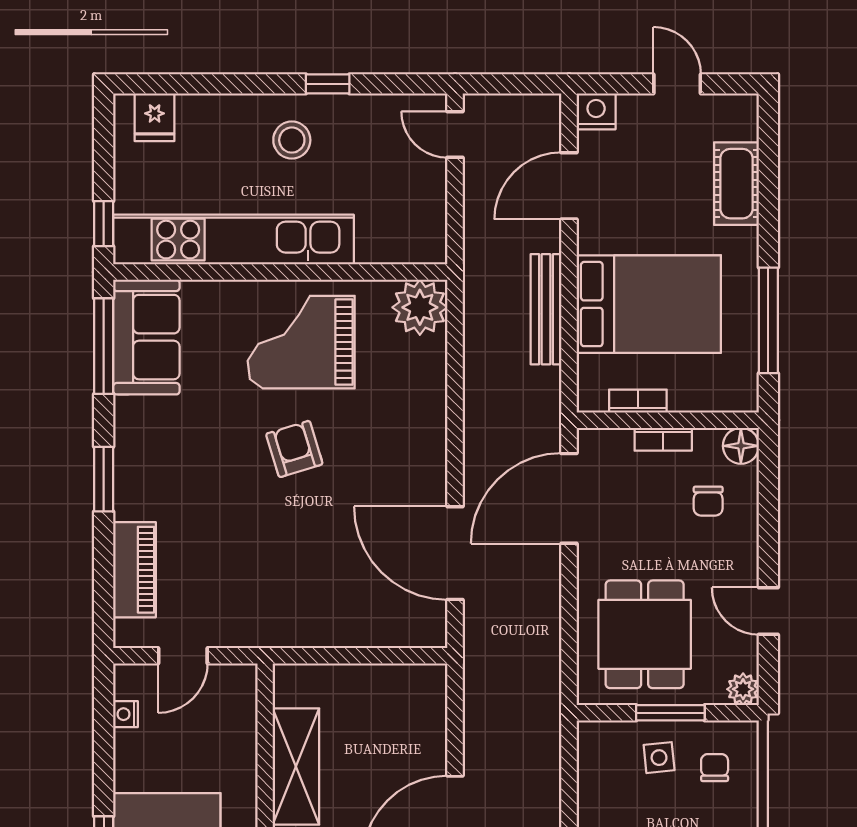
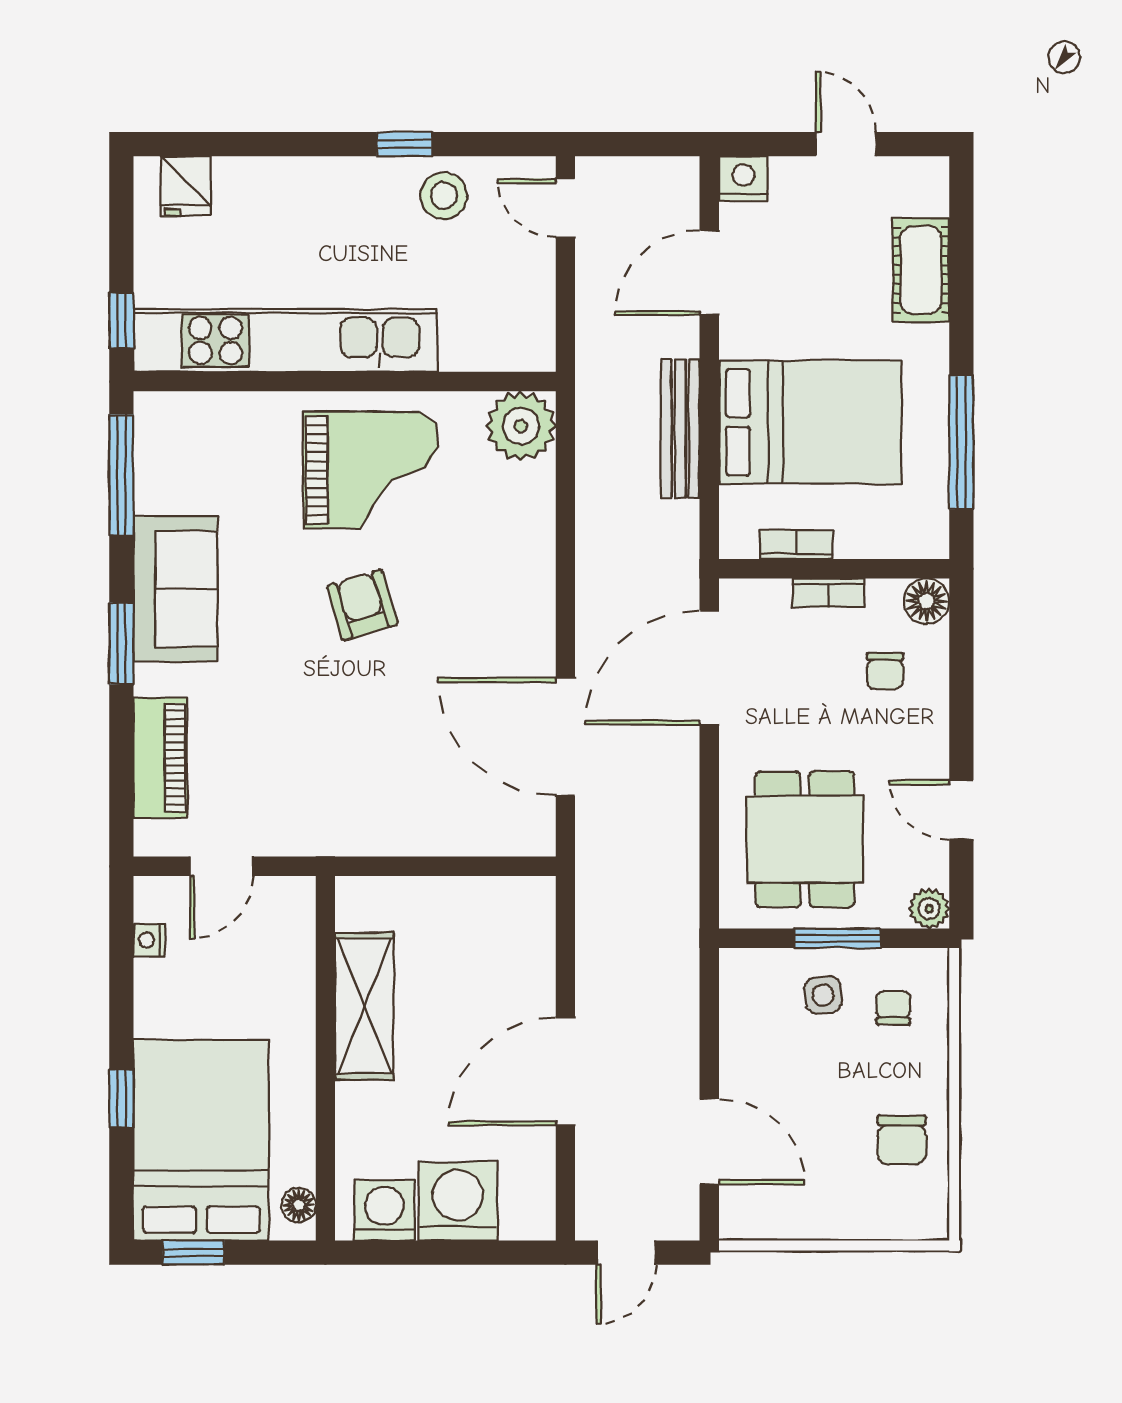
stool: (292, 140) -> (444, 196), moved
sofa: (146, 337) -> (175, 589), moved
grand piano: (301, 342) -> (371, 470), turned 180

